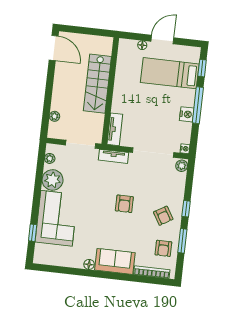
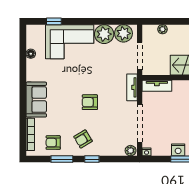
plant: (50, 158) -> (123, 33), width x1.88, depth x1.88
floor lamp: (89, 264) -> (31, 54), moved

